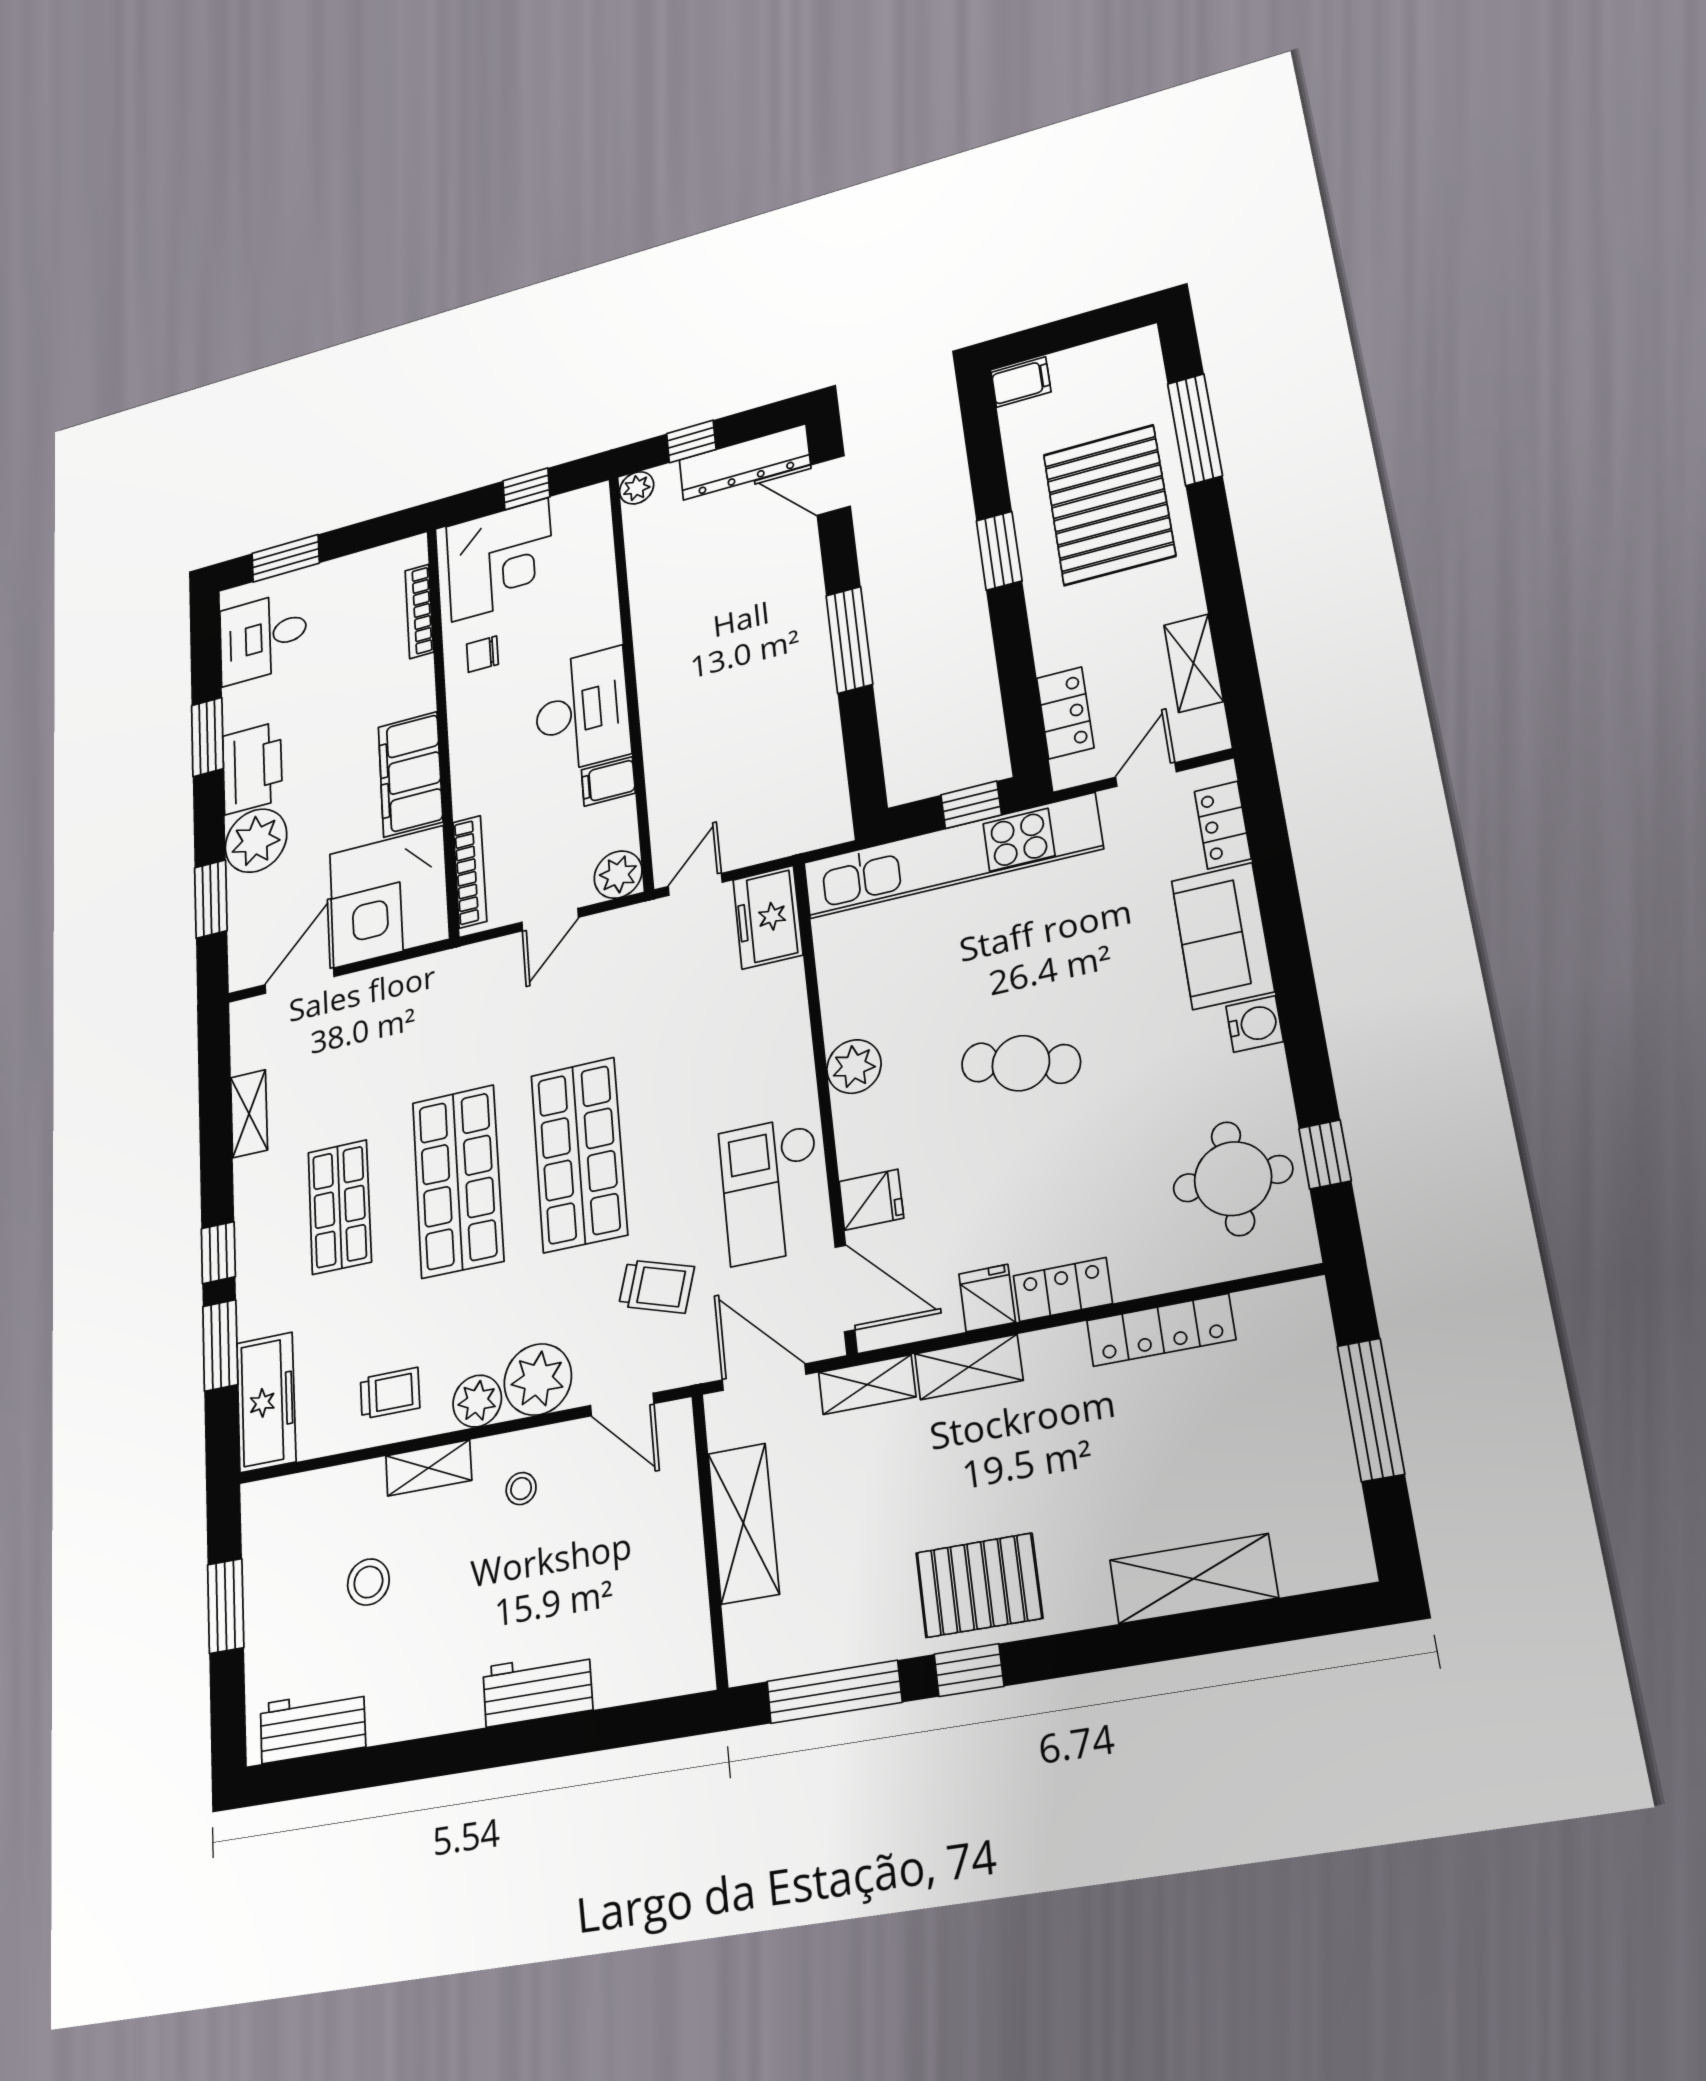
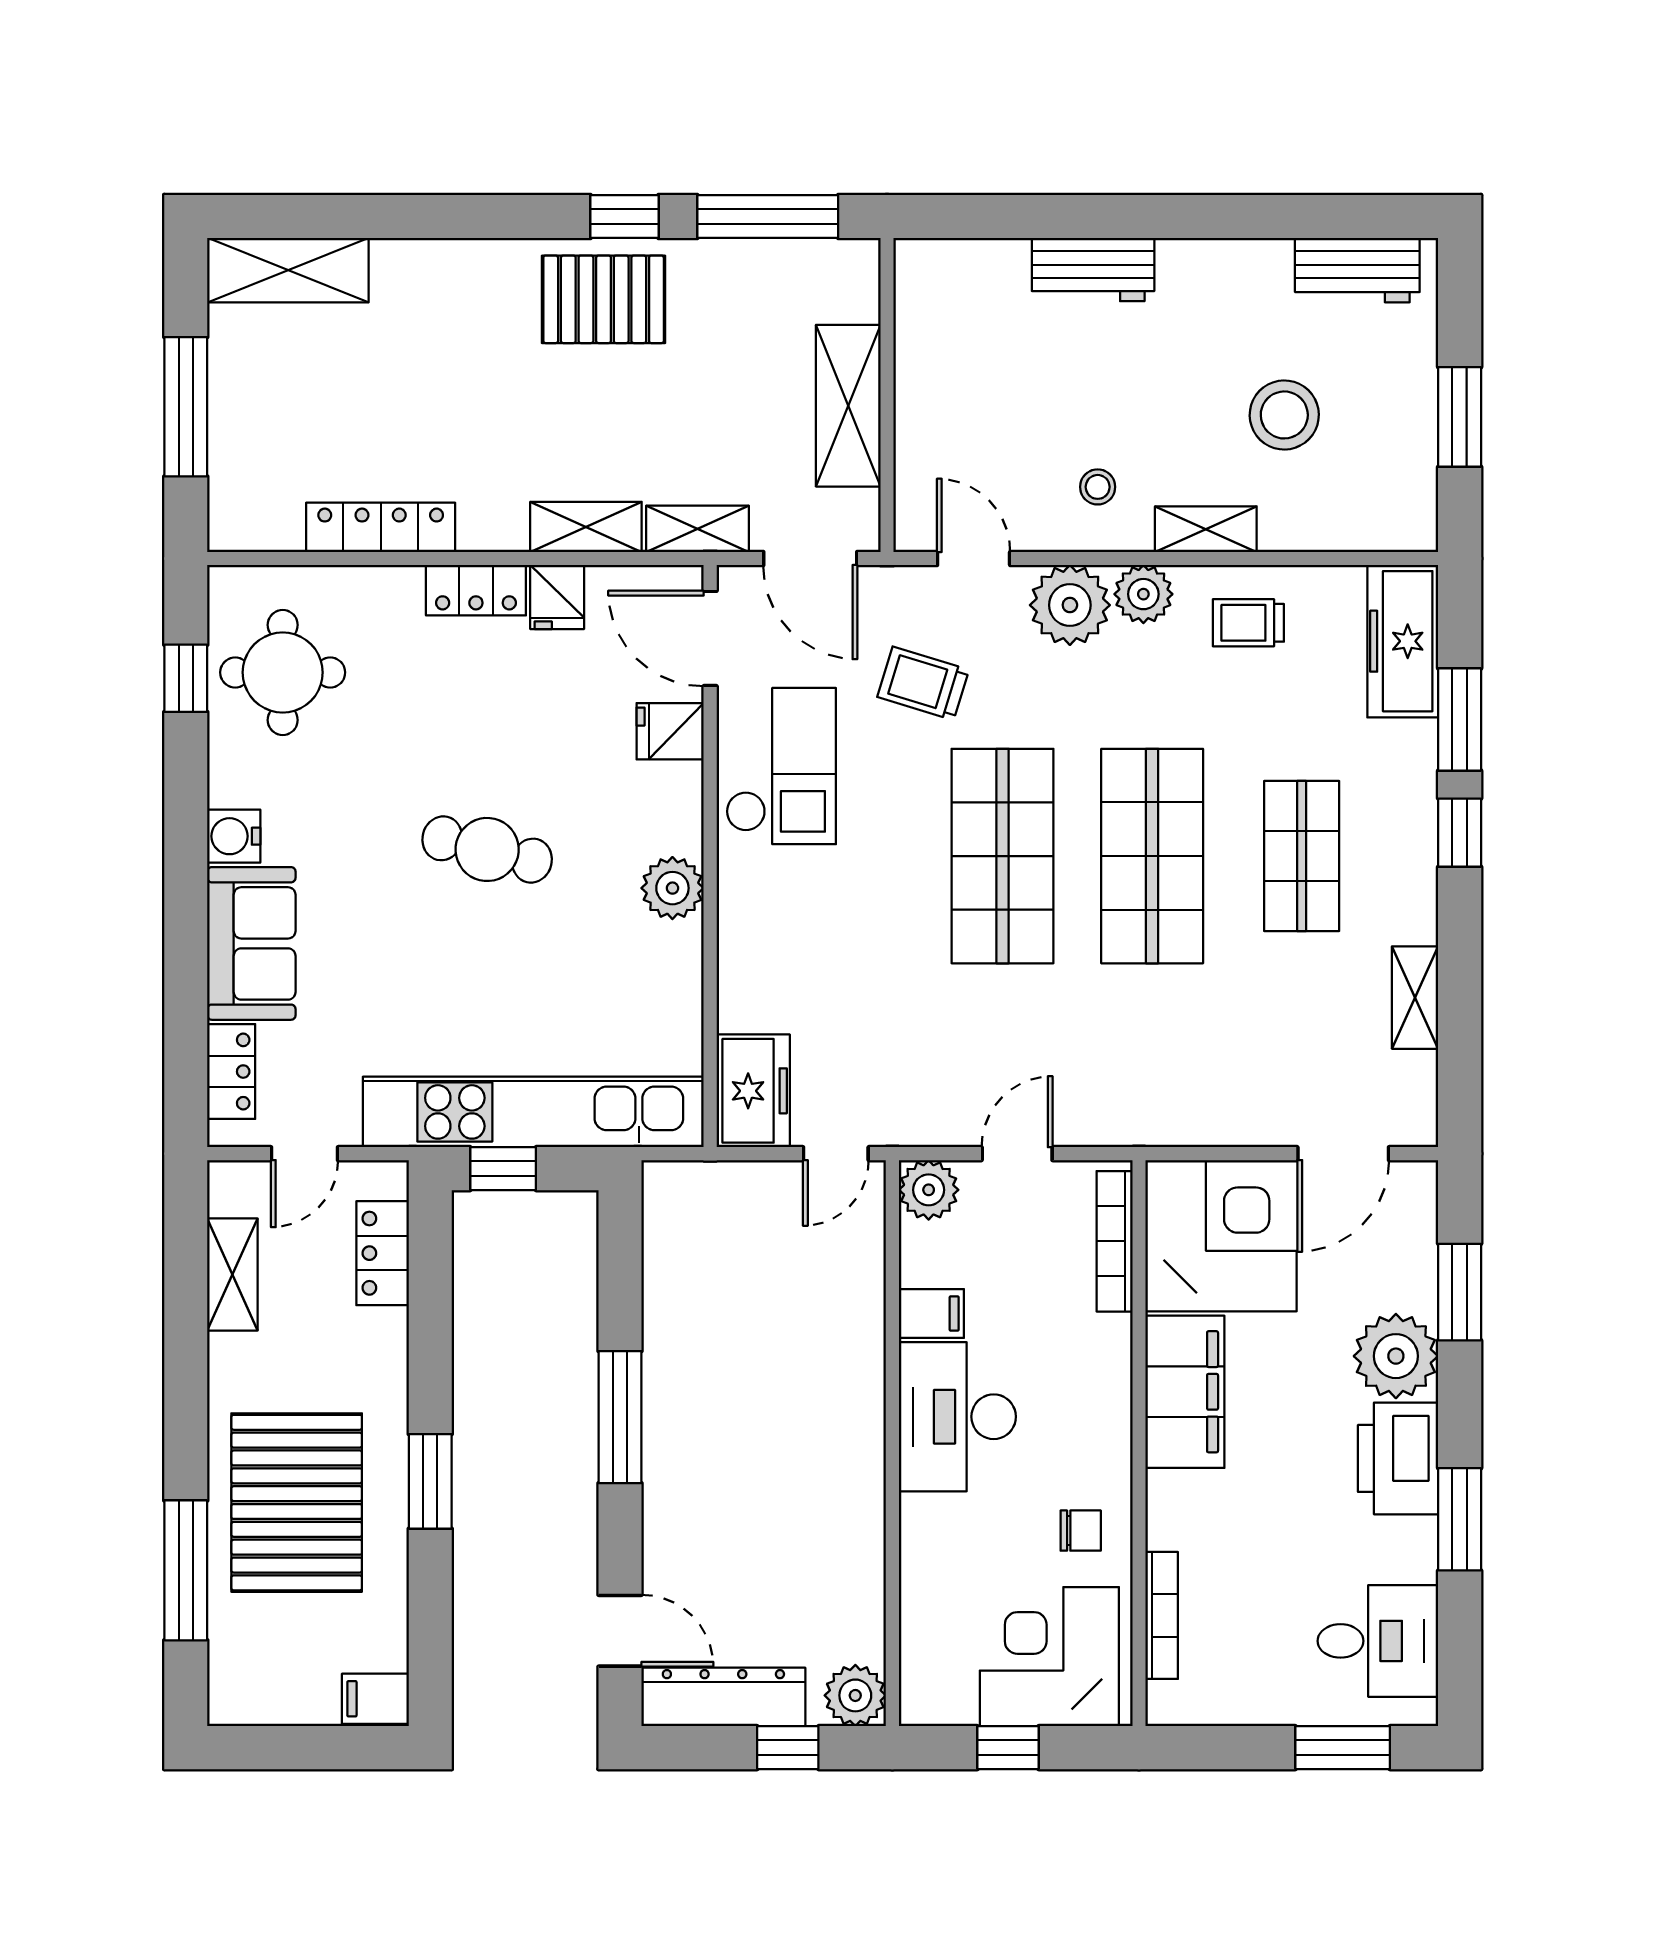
plant: (637, 488) -> (855, 1695), width x1.38, depth x1.38
shelving: (1193, 1579) -> (288, 270), moved
stool: (368, 1582) -> (1284, 415), width x1.38, depth x1.38

